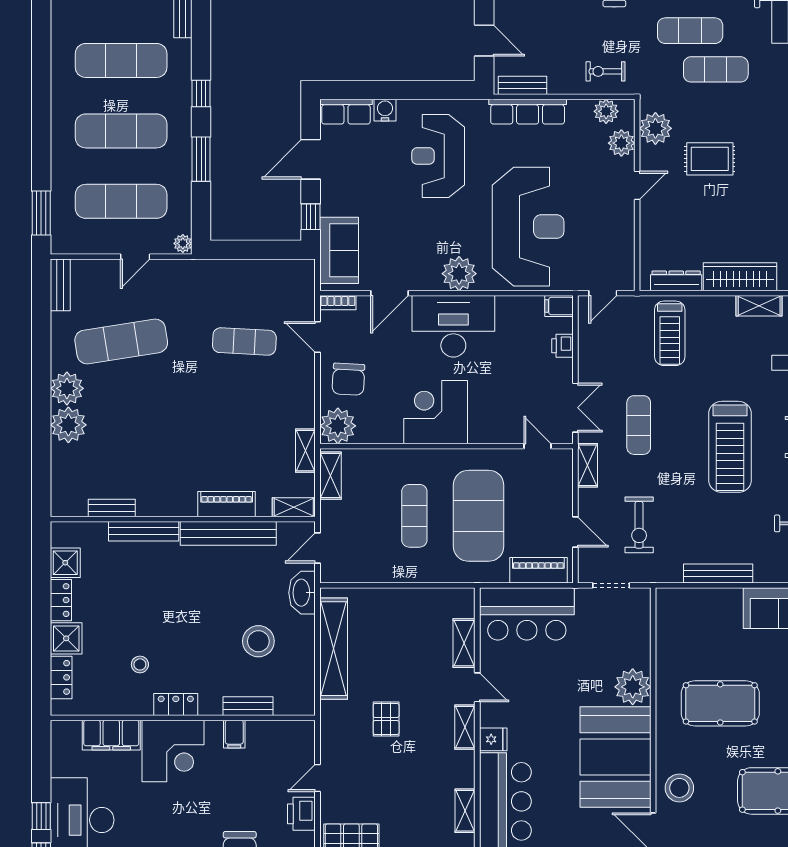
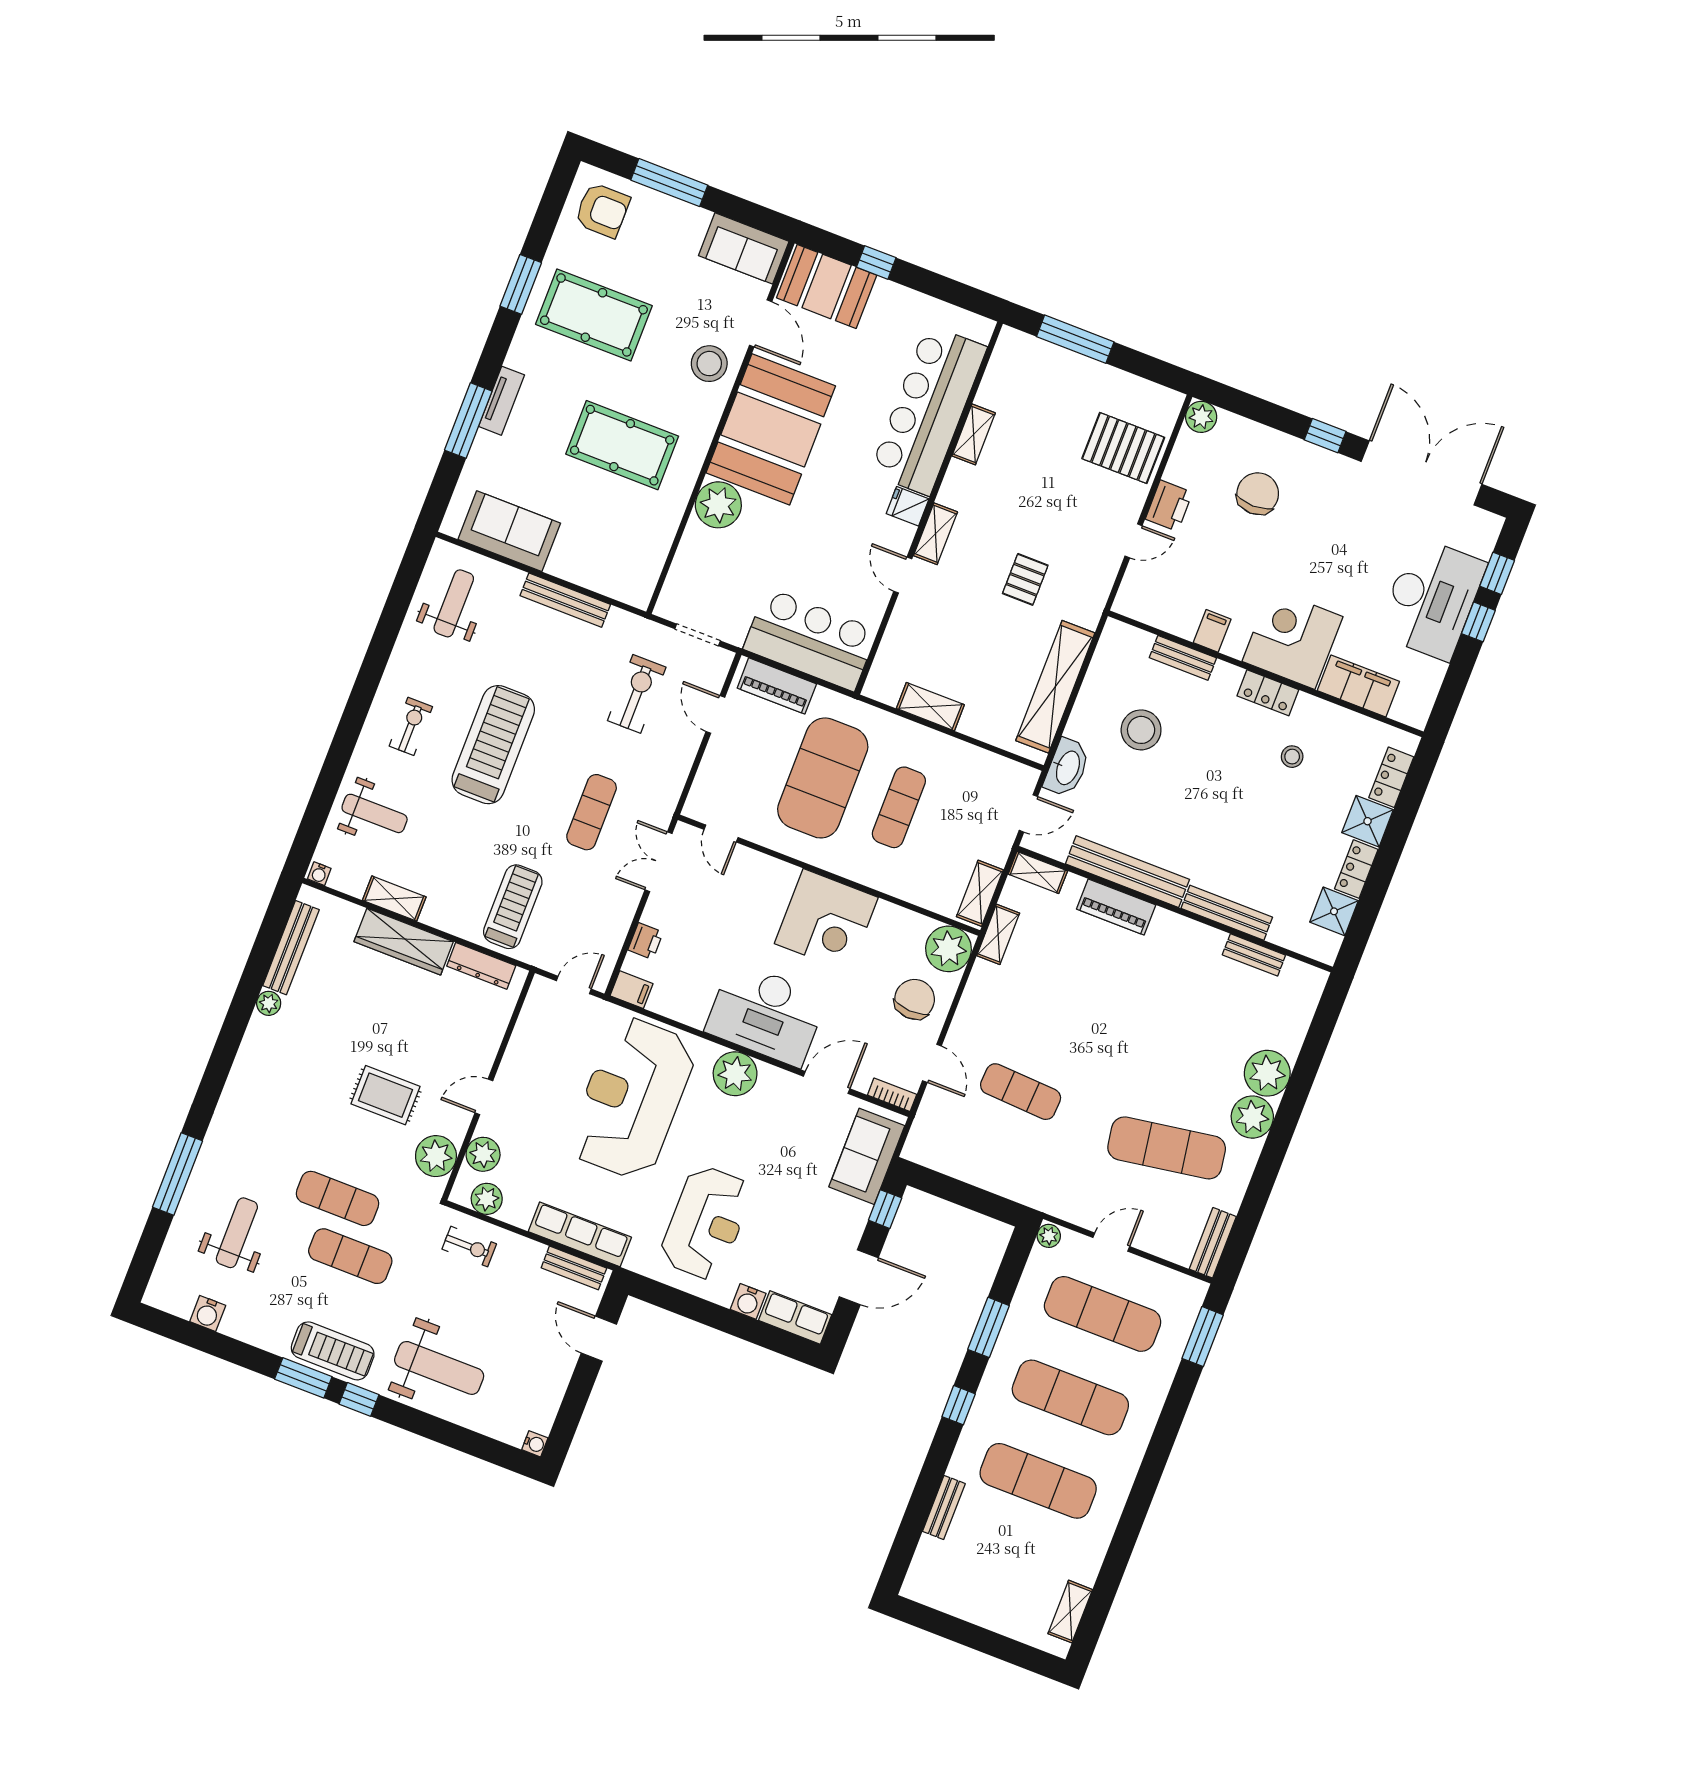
shelving: (588, 465) -> (670, 788), removed
shelving: (464, 643) -> (930, 707), moved, turned 90

